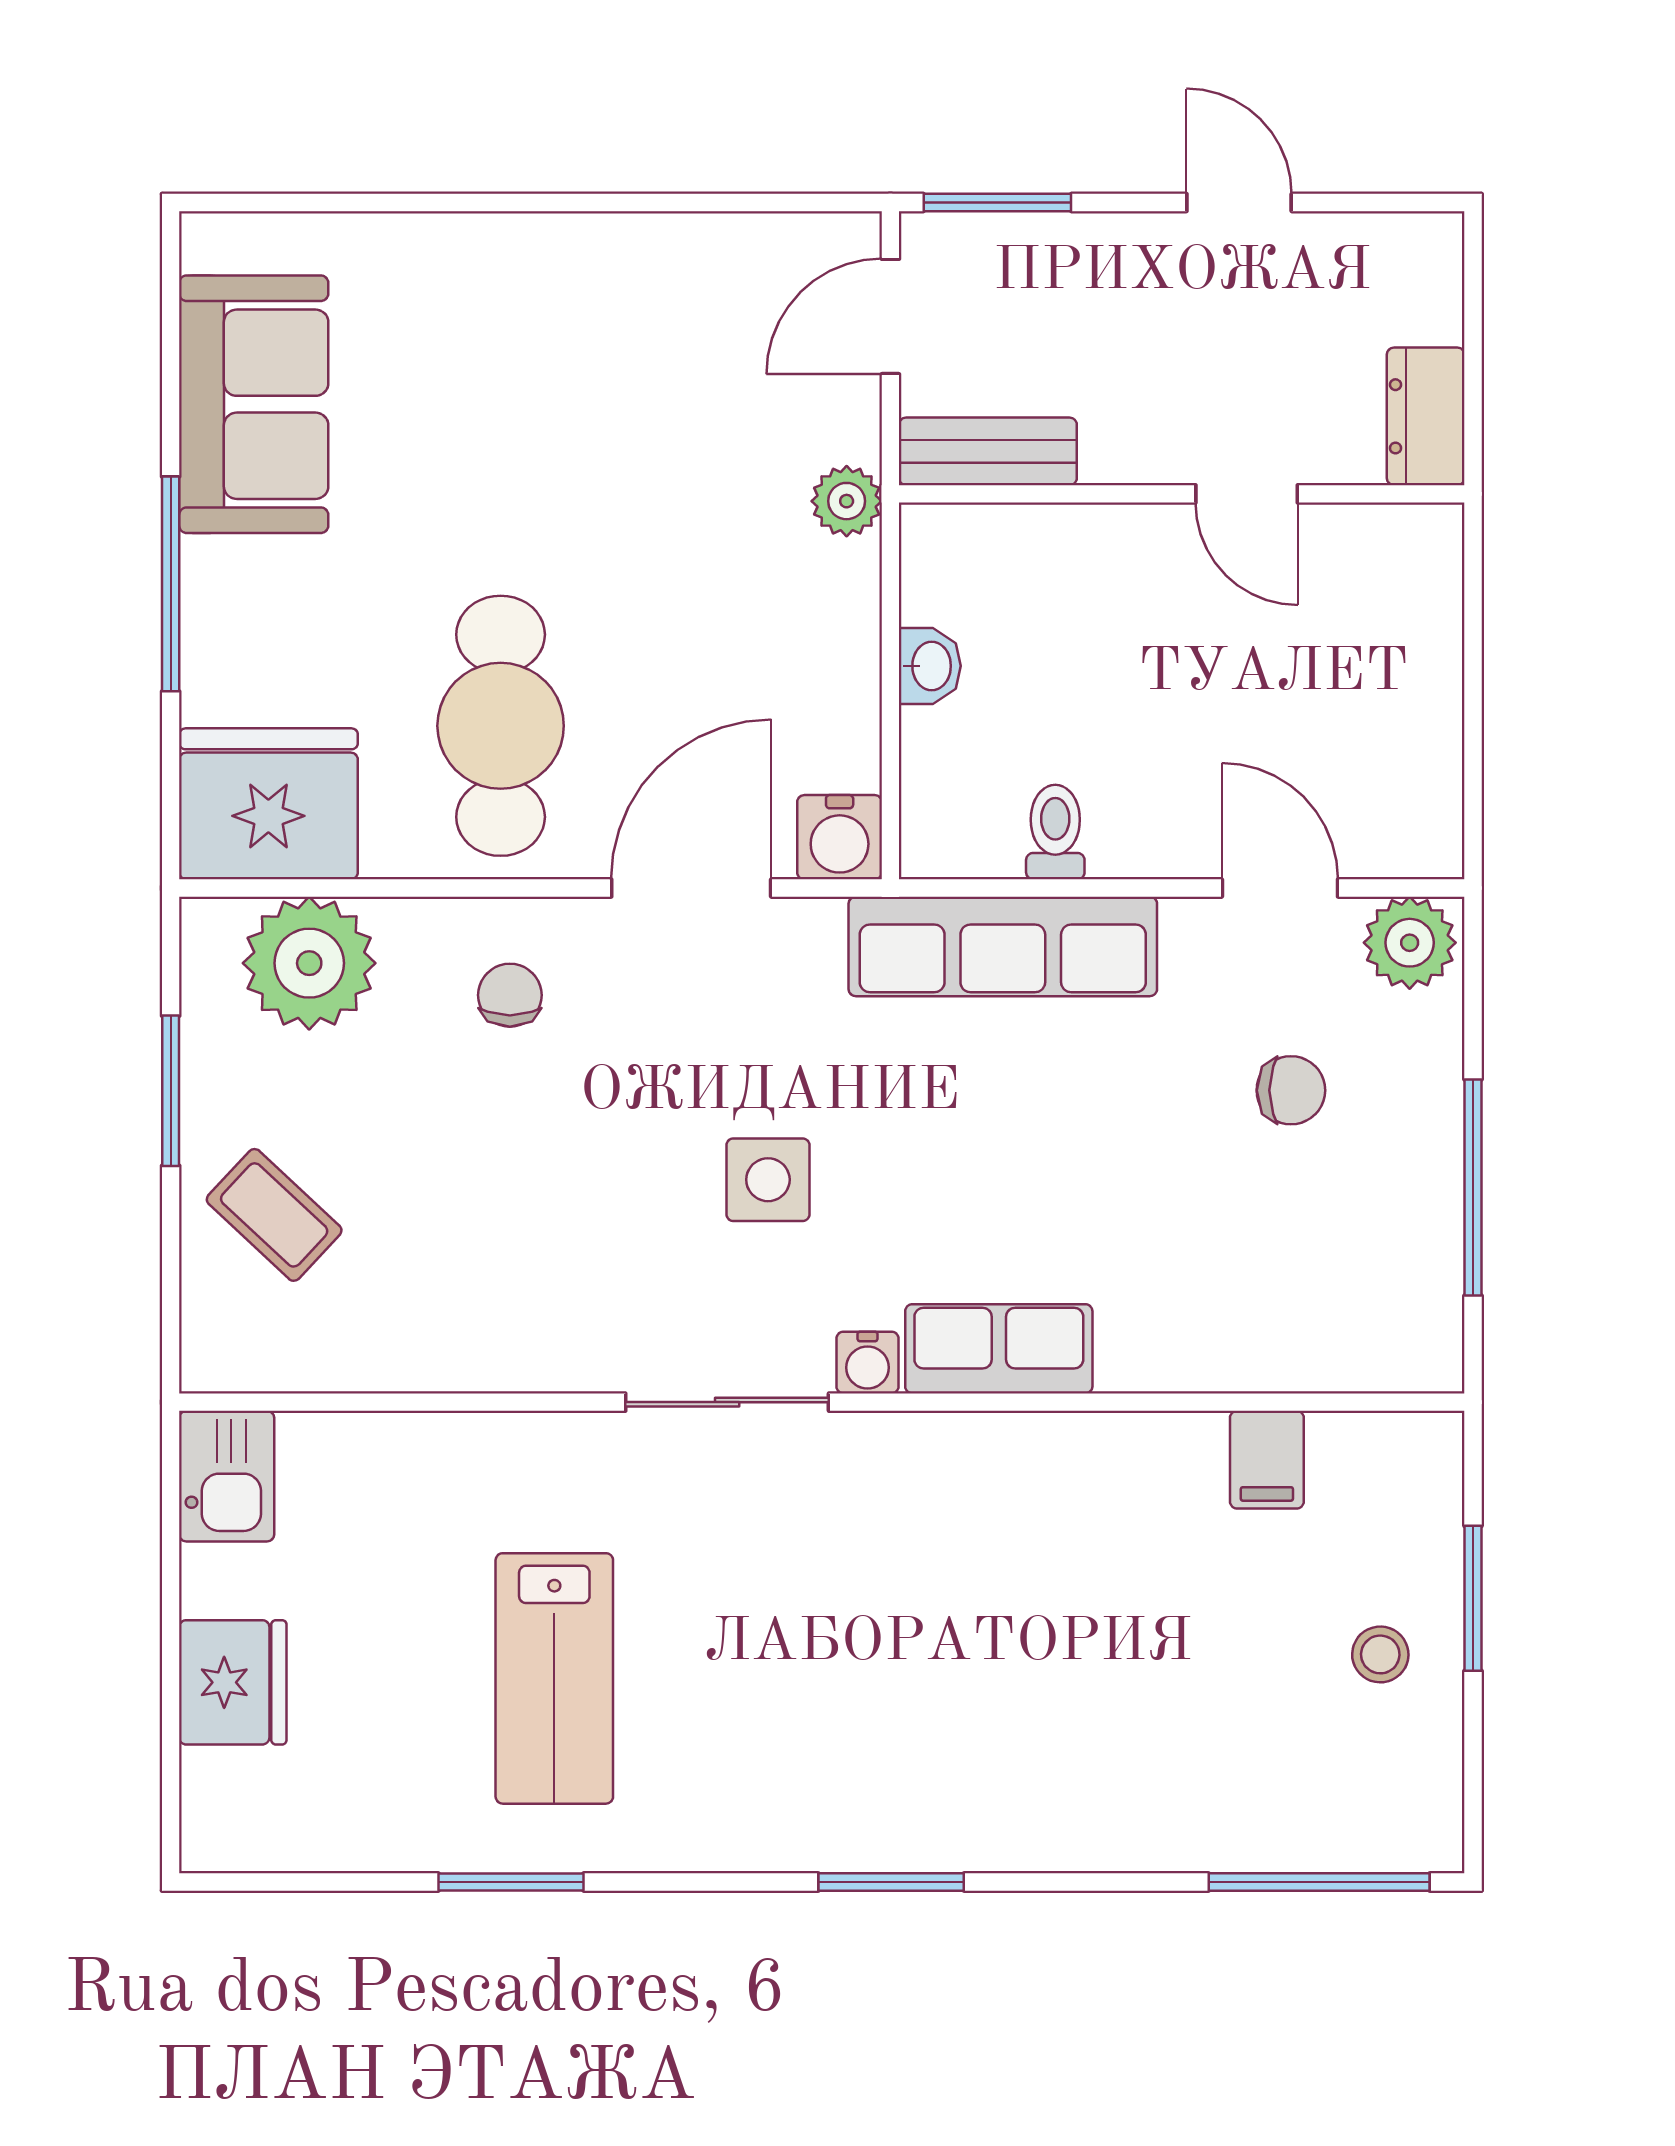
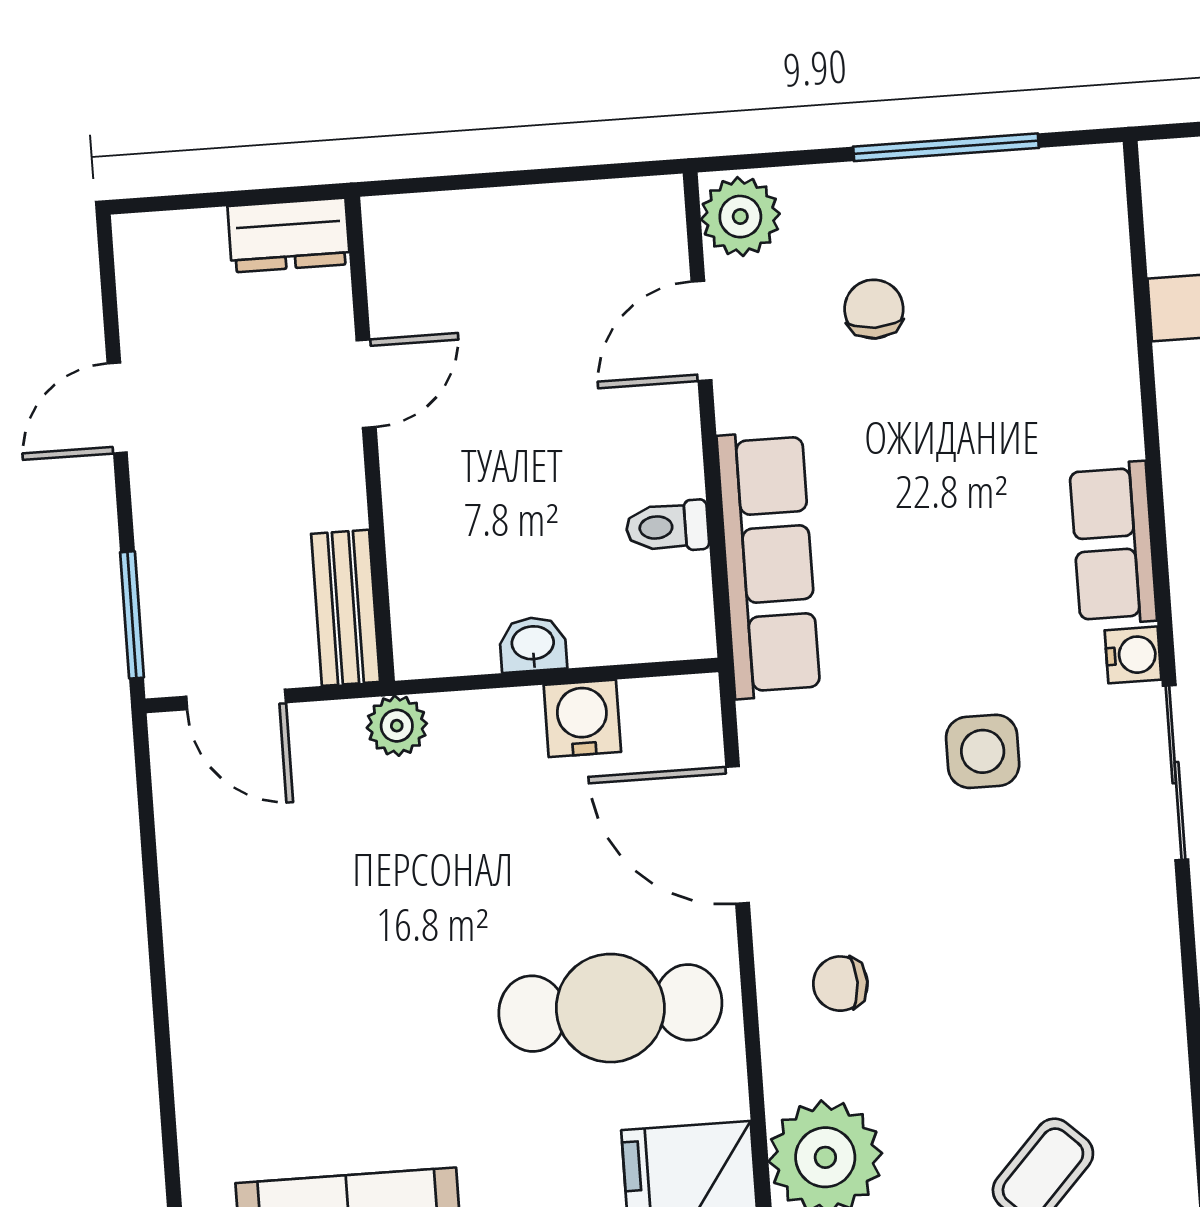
water cooler: (840, 837) -> (582, 718), moved, turned -90

